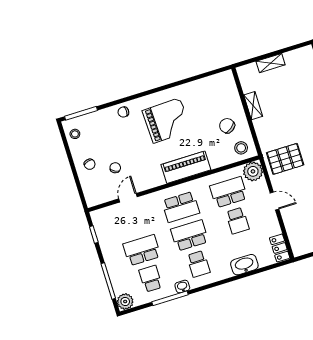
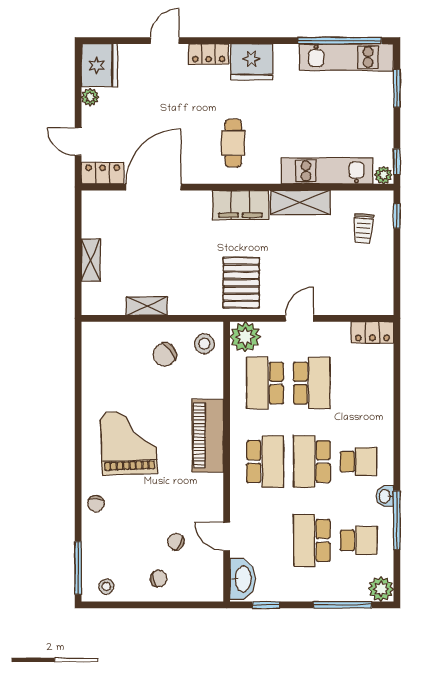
school desk: (237, 221) -> (312, 383), width x1.85
washbasin: (244, 265) -> (243, 579), moved, turned 180
school desk: (151, 279) -> (359, 540), turned 180

